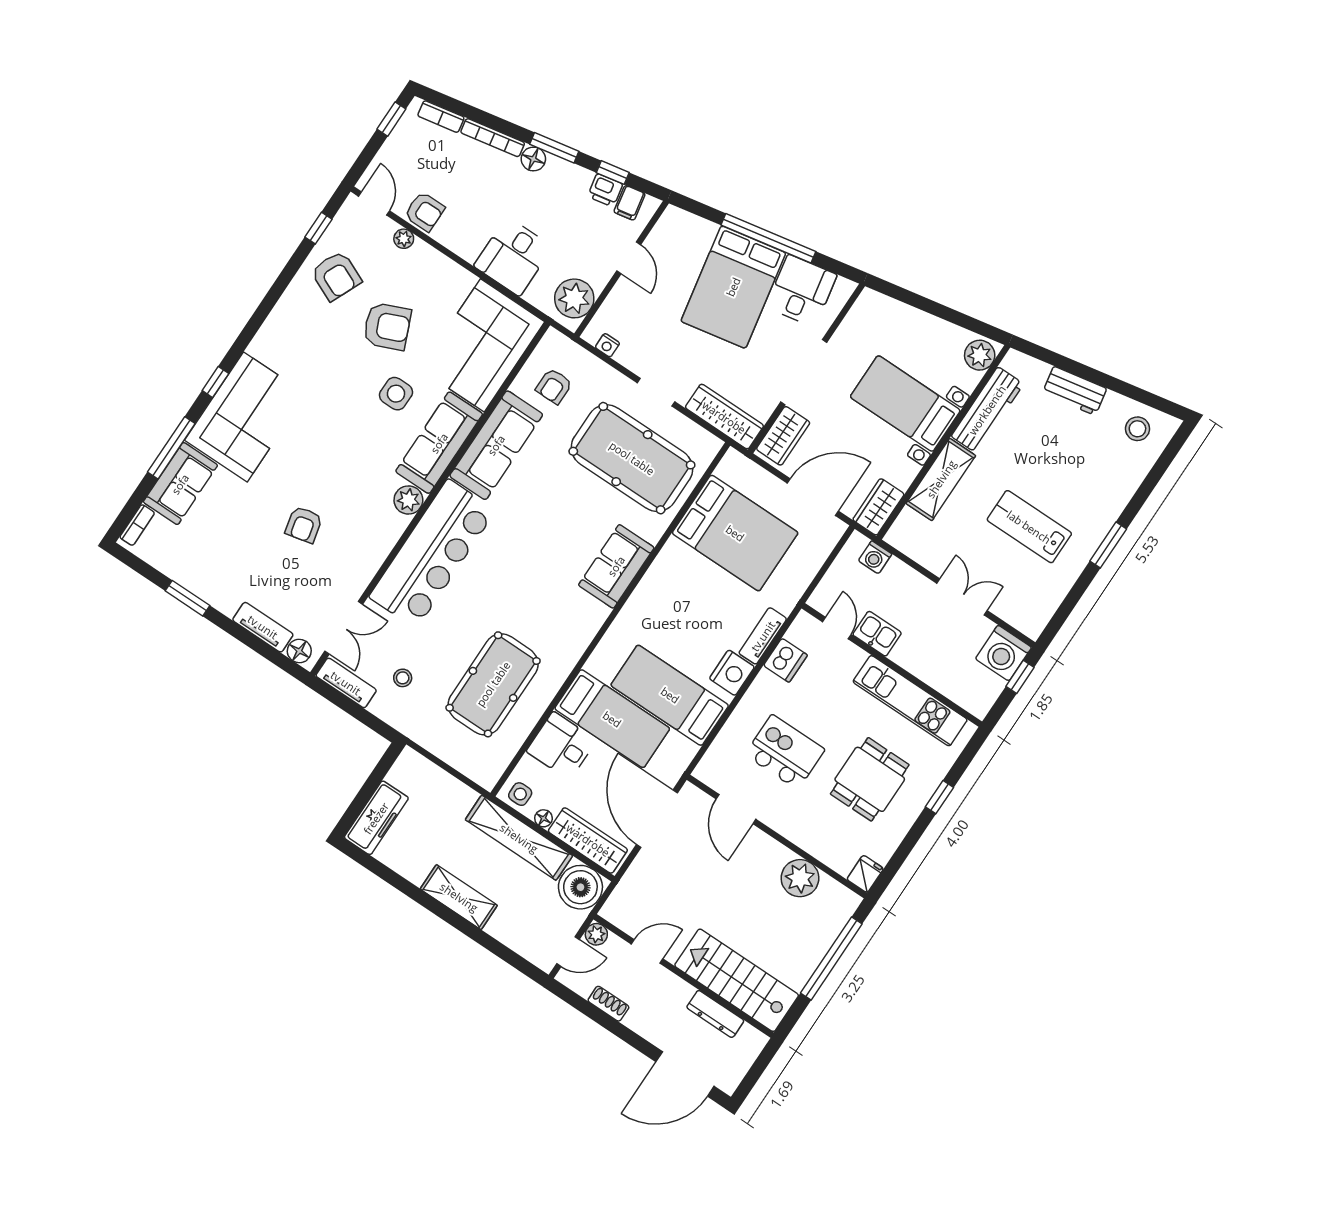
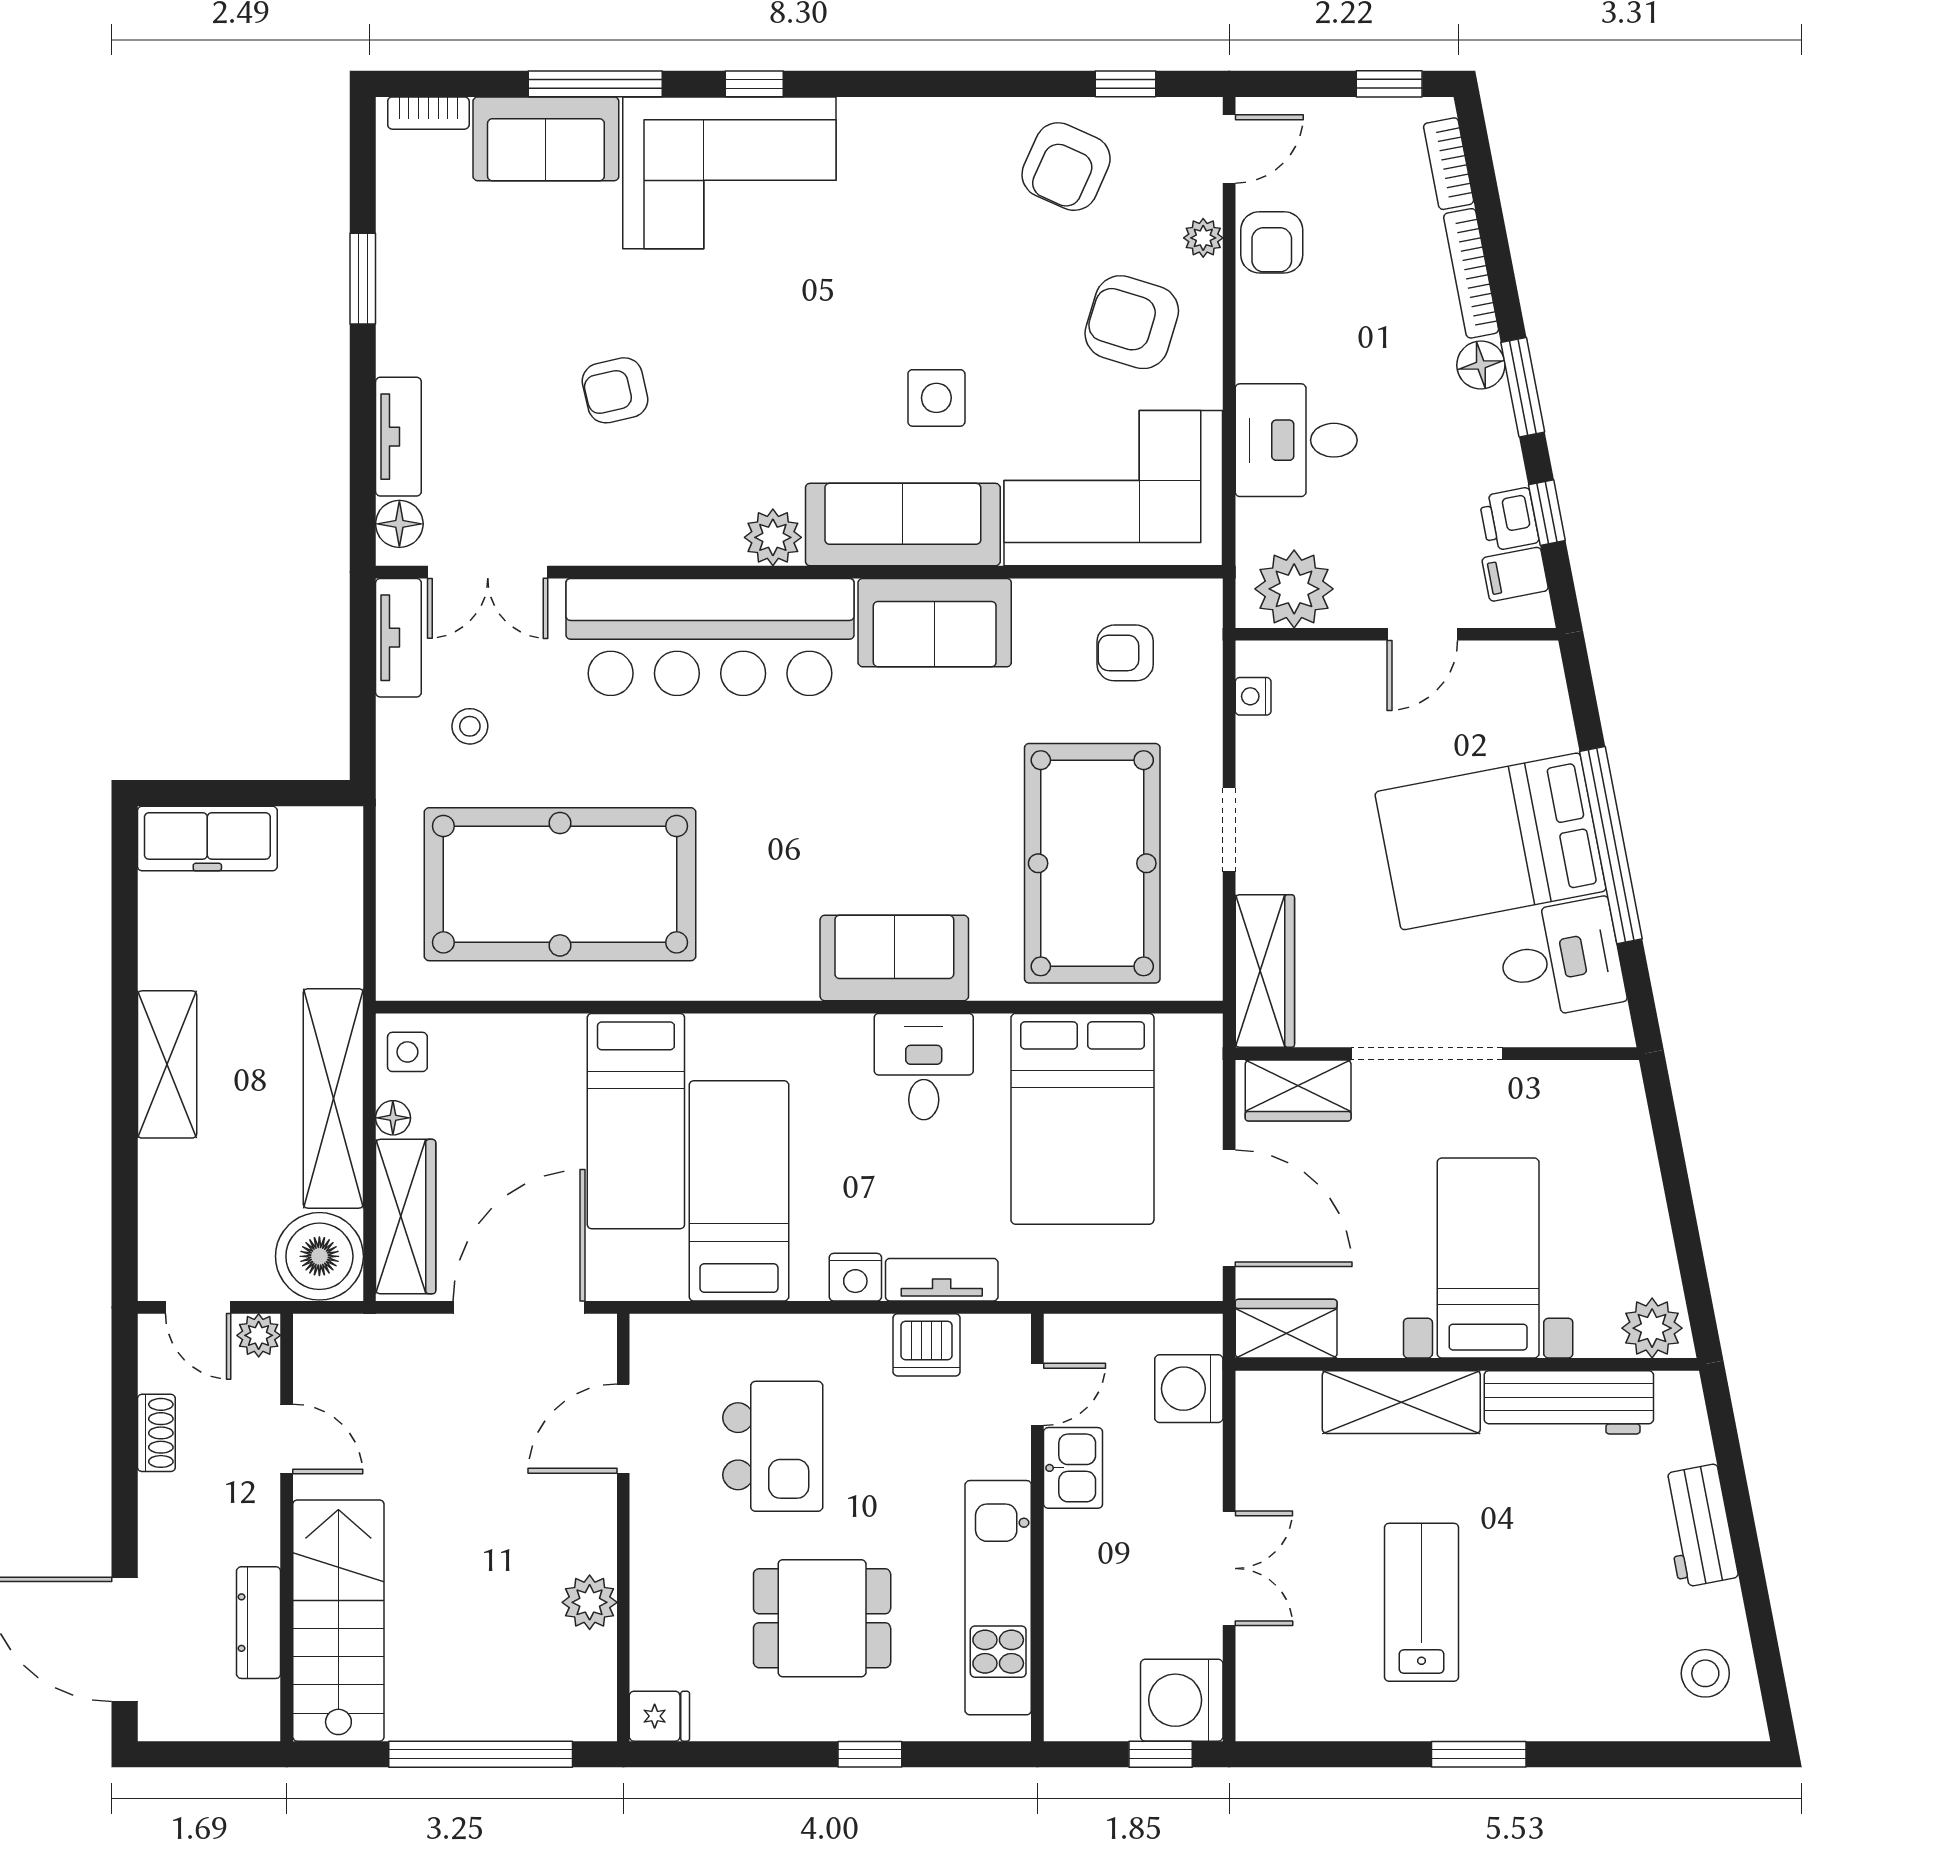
armchair: (387, 326) -> (1132, 322), moved, turned 130
sofa: (496, 445) -> (935, 623), width x0.73
washing machine: (875, 557) -> (1189, 1389), width x1.38, depth x1.38
nightstand: (732, 673) -> (855, 1277), width x0.74, depth x0.75
pool table: (493, 684) -> (560, 884), width x1.36, depth x1.32
desk: (561, 746) -> (924, 1067), moved
plant: (800, 878) -> (590, 1602), width x0.73, depth x0.73

